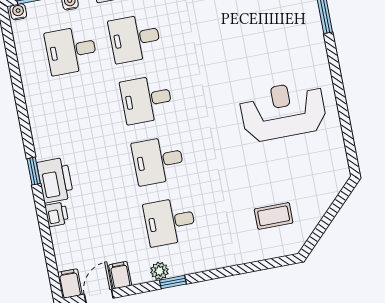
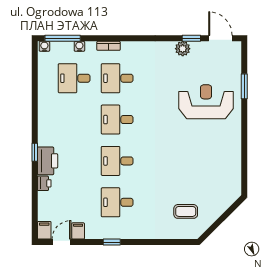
reception desk: (283, 111) -> (206, 102), moved
plant: (159, 271) -> (104, 233), removed

